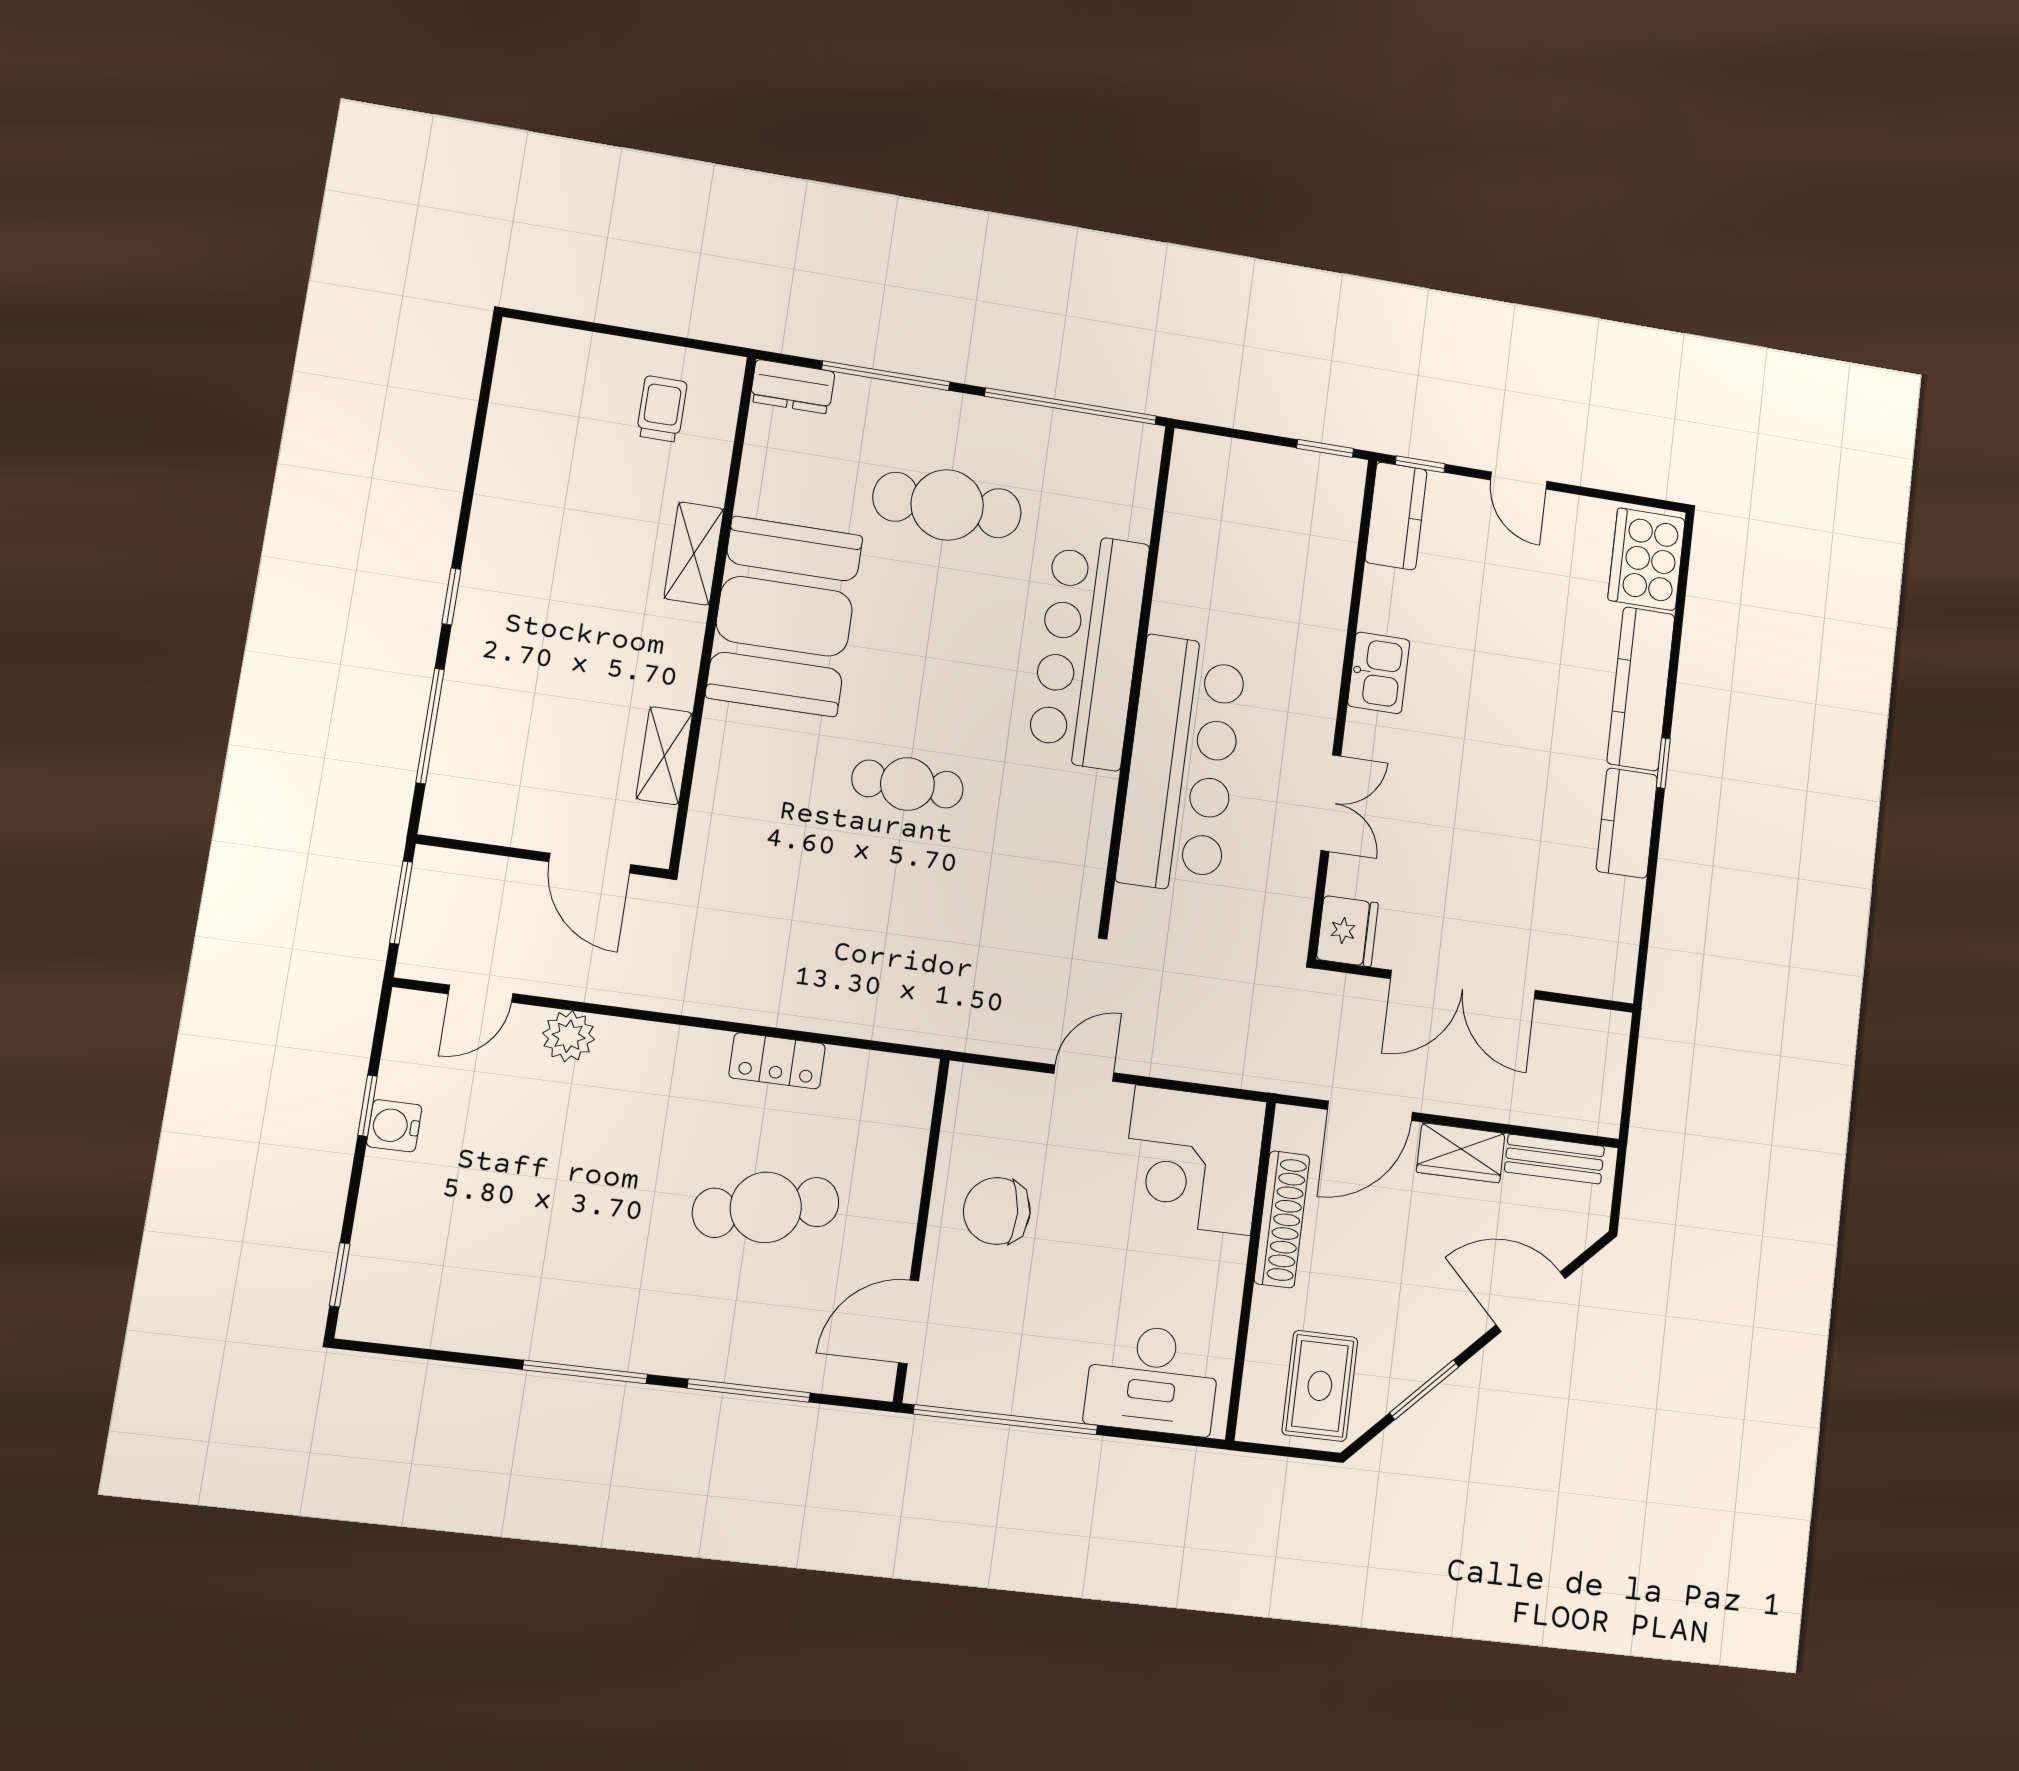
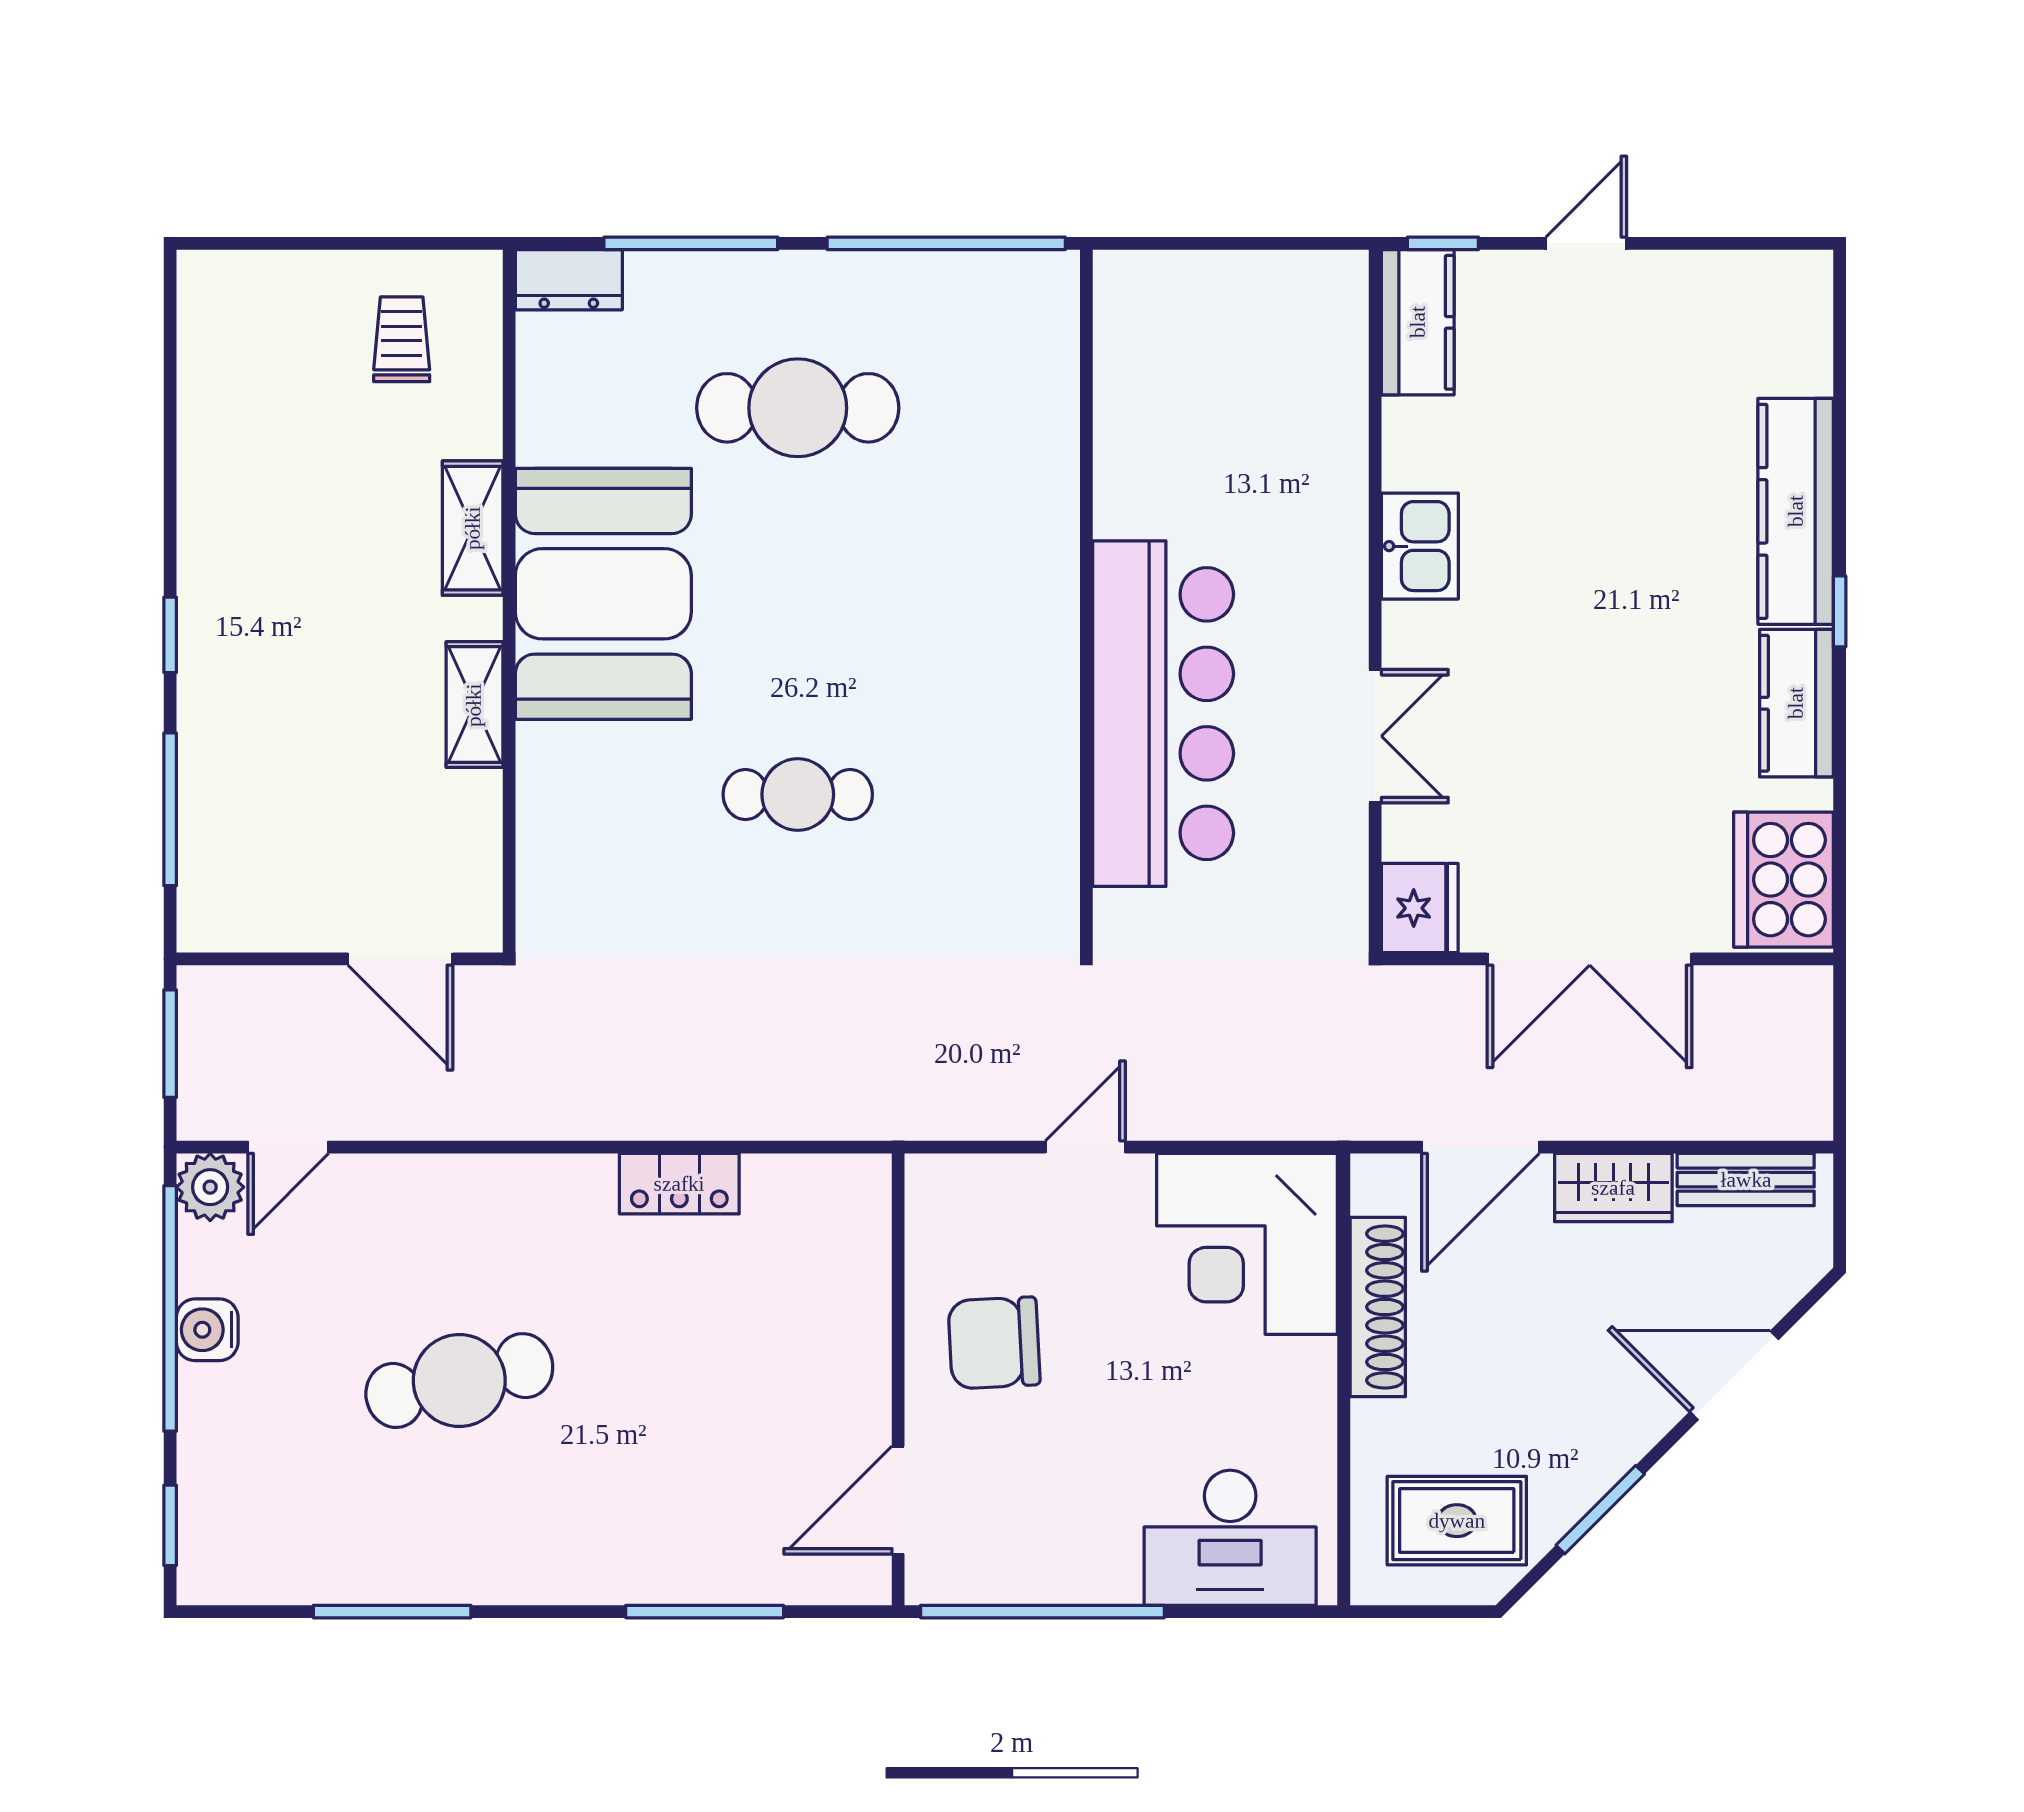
window: (1325, 448) -> (1306, 243), removed
door: (1519, 481) -> (1586, 243), swing flipped
cooker: (1647, 559) -> (1784, 880), moved
bar counter: (1088, 651) -> (1015, 577), removed
shelving: (664, 756) -> (474, 705), moved
plant: (569, 1036) -> (210, 1187), moved
window: (368, 1106) -> (170, 1308), width x3.17
cafe table: (766, 1207) -> (459, 1381), moved
window: (585, 1372) -> (392, 1612), moved
rug: (1320, 1386) -> (1457, 1521), turned 90

